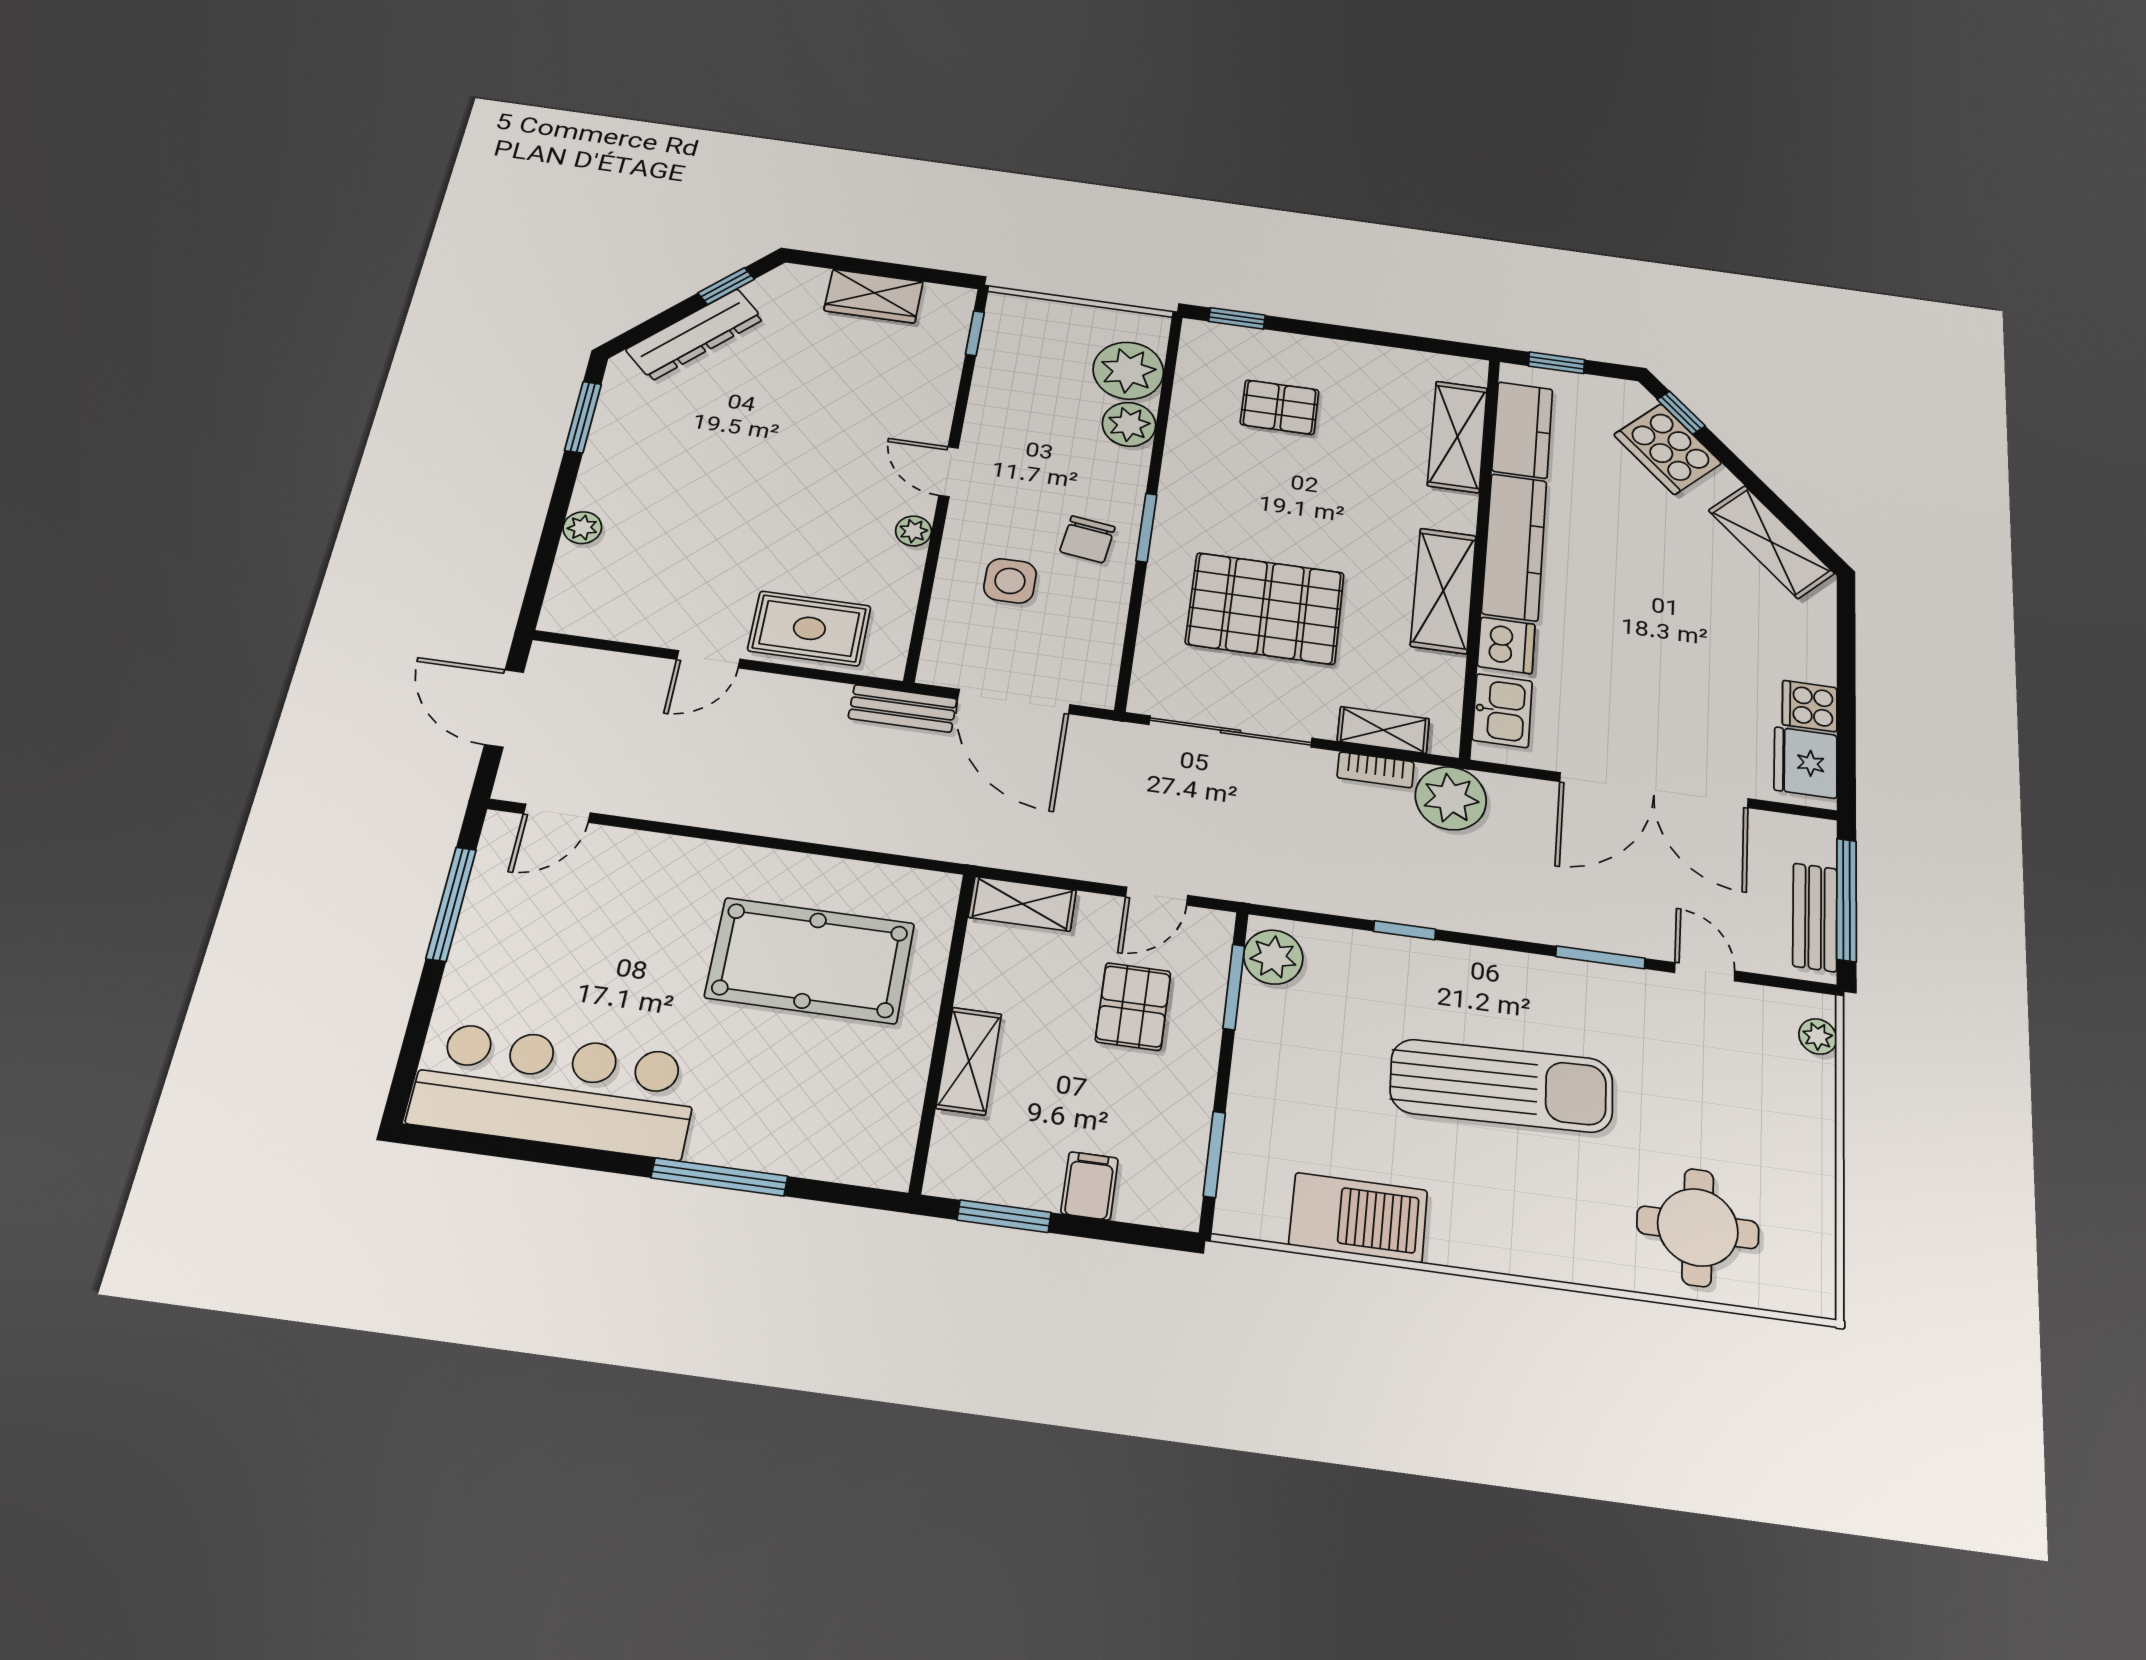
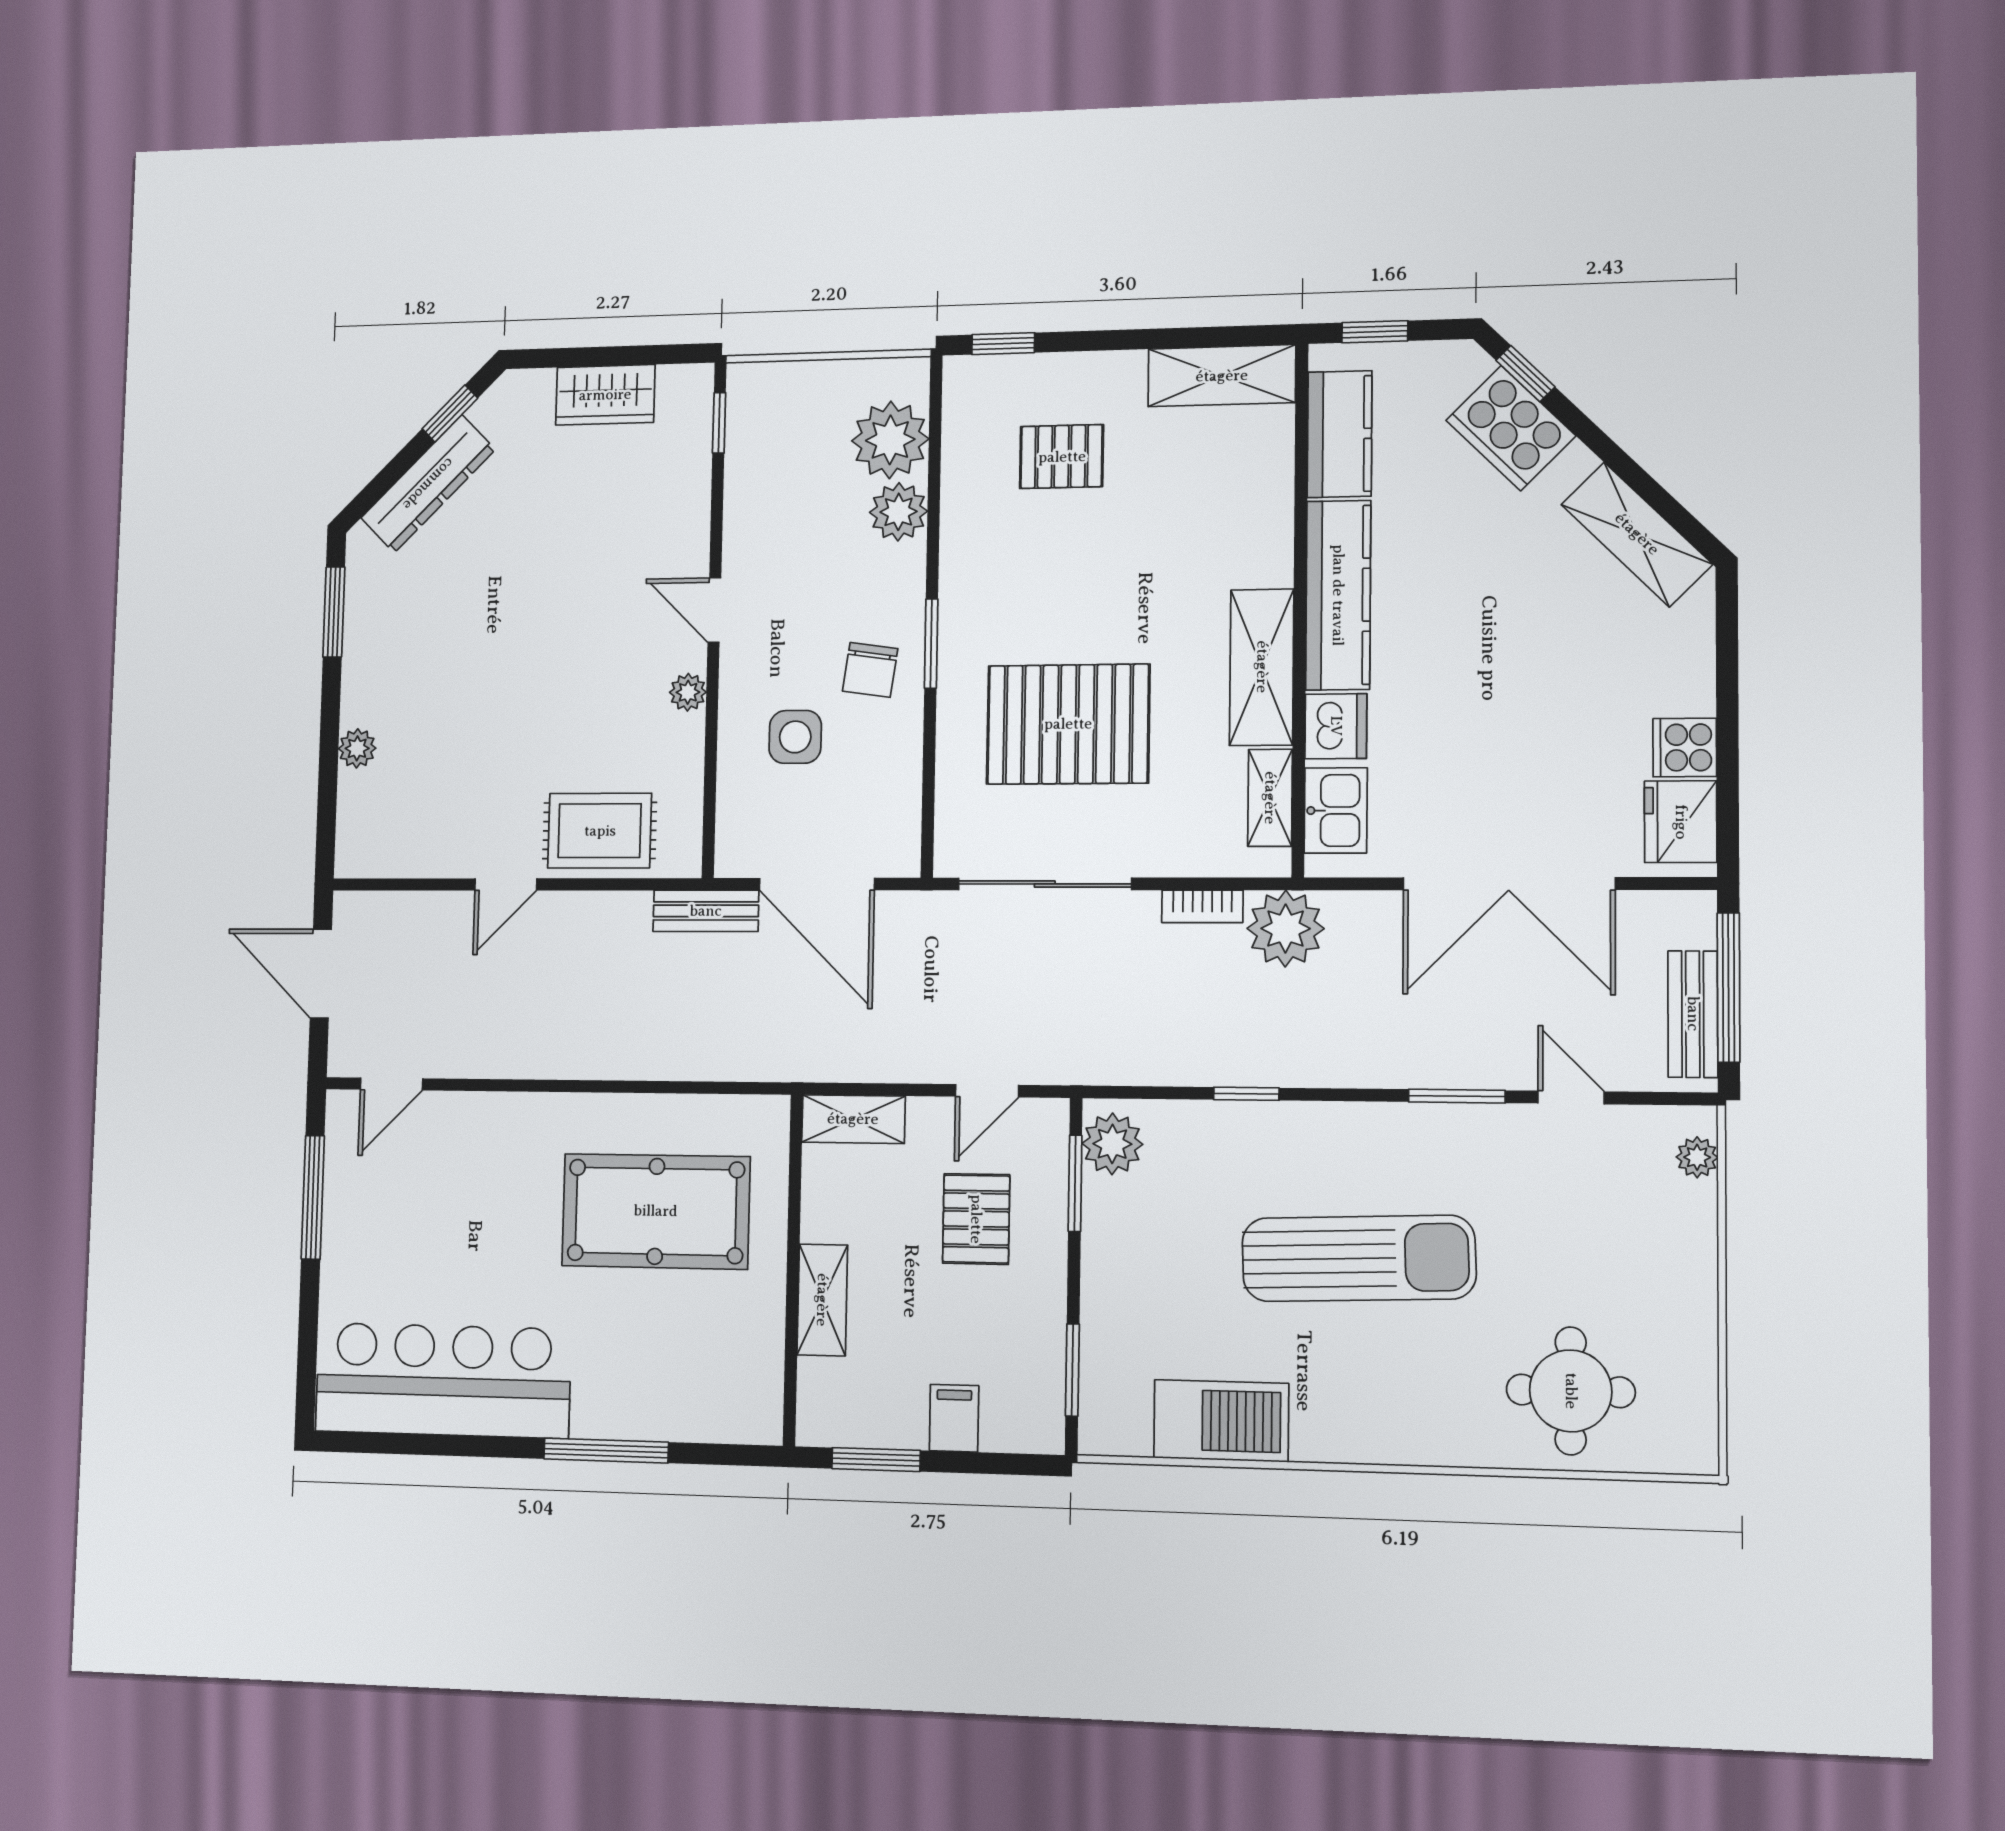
shelving: (1457, 437) -> (1222, 376), moved, turned 90
shelving: (1383, 730) -> (1270, 798), moved, turned 90

